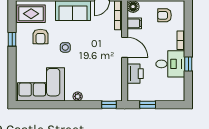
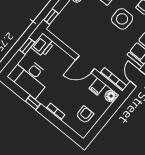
side table: (65, 47) -> (122, 19), width x1.87, depth x1.87
desk: (170, 64) -> (30, 77), moved, width x1.37
printer: (135, 74) -> (43, 45), moved, turned -90

